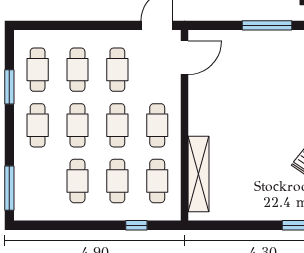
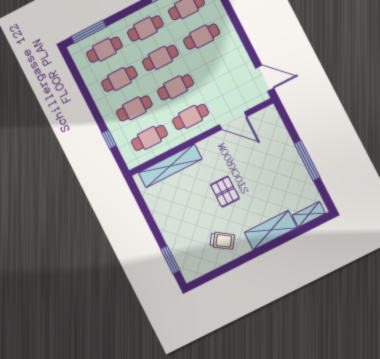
door: (185, 58) -> (233, 121), moved
cafe table: (117, 70) -> (104, 50), moved
pallet: (256, 129) -> (225, 192), added

